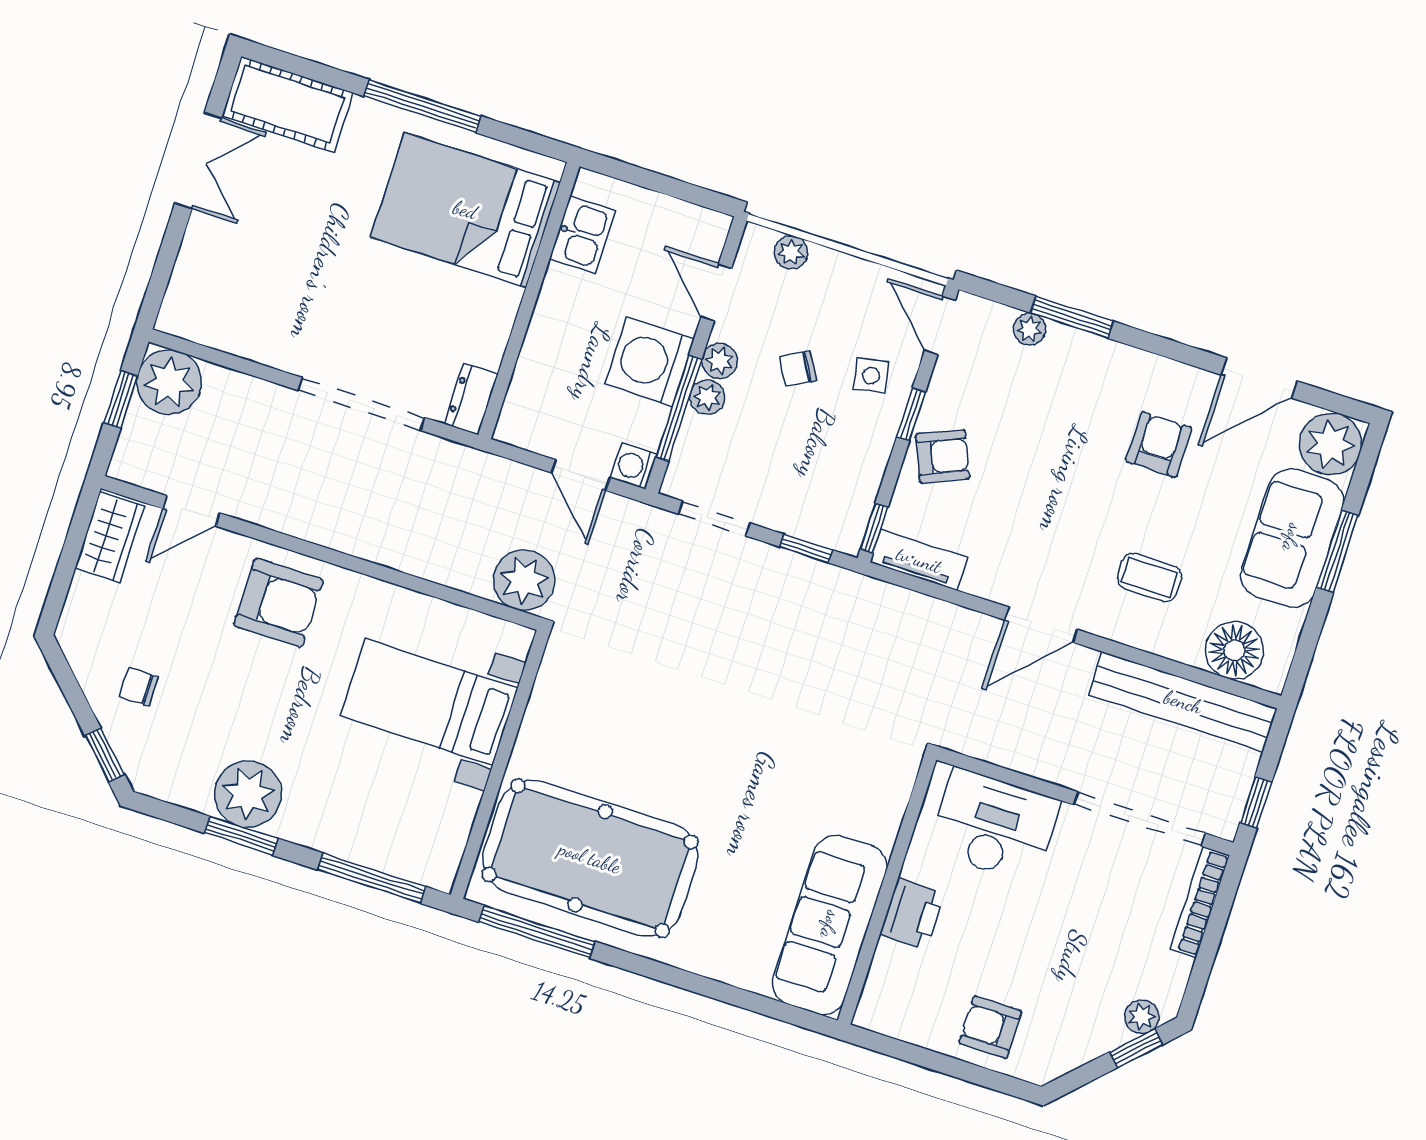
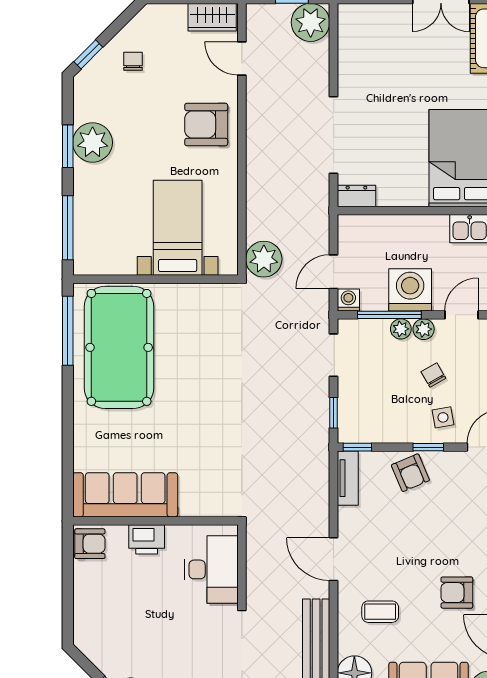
armchair: (1159, 445) -> (457, 593), turned 180
coffee table: (1149, 577) -> (380, 612), turned 90
armchair: (278, 603) -> (206, 124), turned 90
armchair: (990, 1027) -> (90, 544), moved, turned 90

